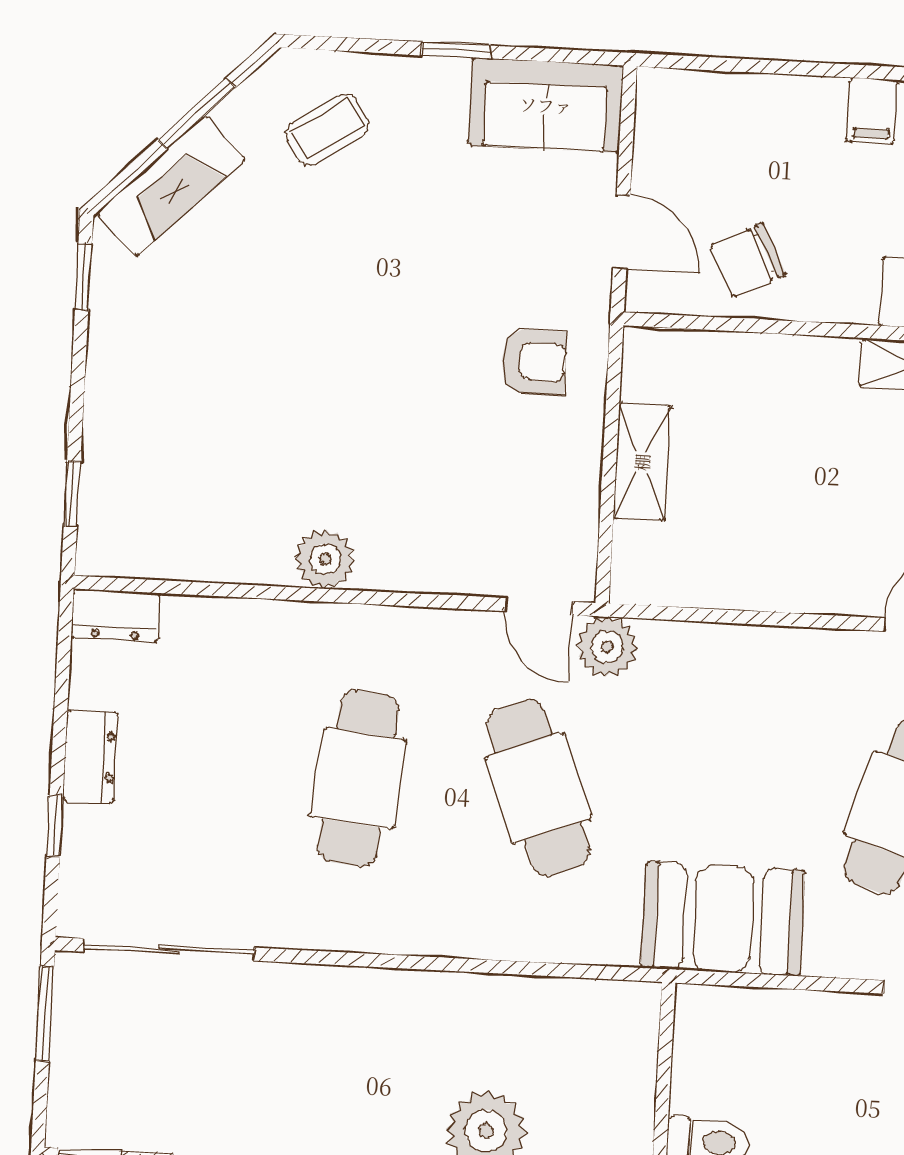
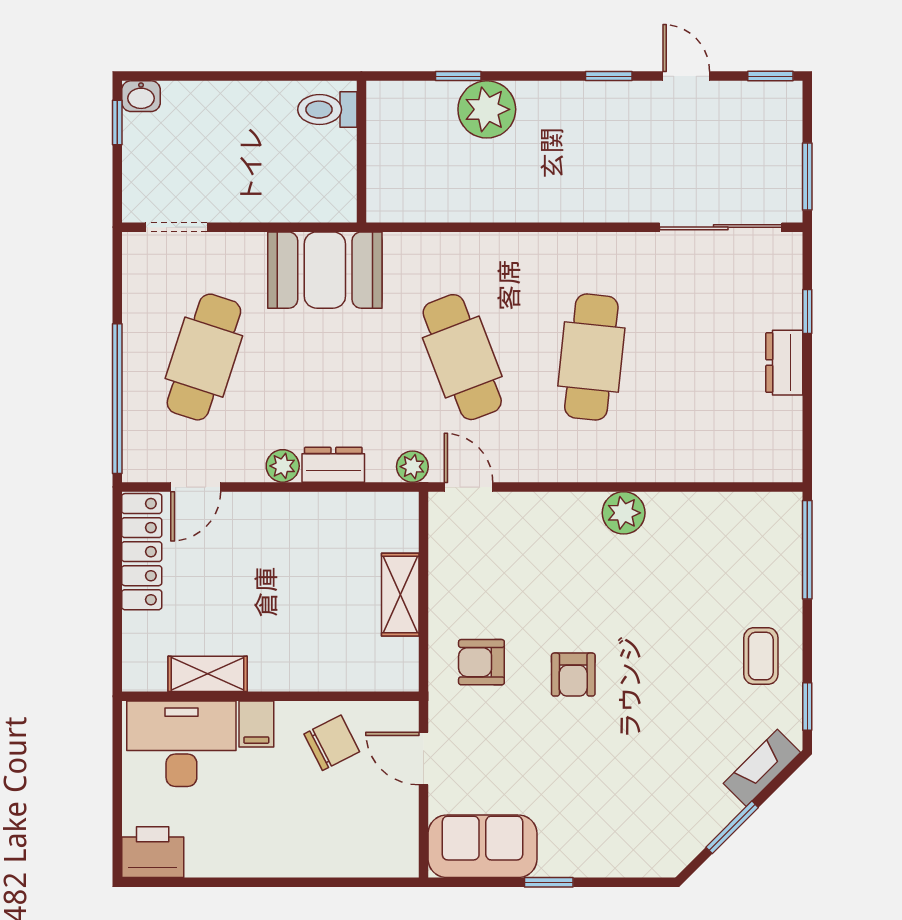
filing cabinet: (872, 111) -> (256, 724), moved, turned 180
coffee table: (328, 130) -> (761, 656), moved, turned -57
fireplace: (171, 186) -> (762, 768), width x0.73, depth x0.76
armchair: (407, 338) -> (573, 675), added
window: (72, 494) -> (807, 550), width x2.17
dresser: (116, 615) -> (333, 465), moved
plant: (607, 647) -> (412, 467), width x0.73, depth x0.73
plant: (796, 649) -> (283, 466), added

